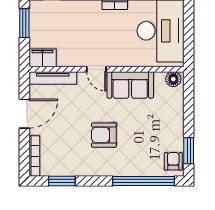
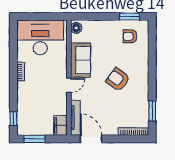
door: (24, 114) -> (91, 139), moved
armchair: (104, 135) -> (118, 80), turned 126
armchair: (173, 161) -> (130, 36), moved
window: (144, 181) -> (152, 50), removed

